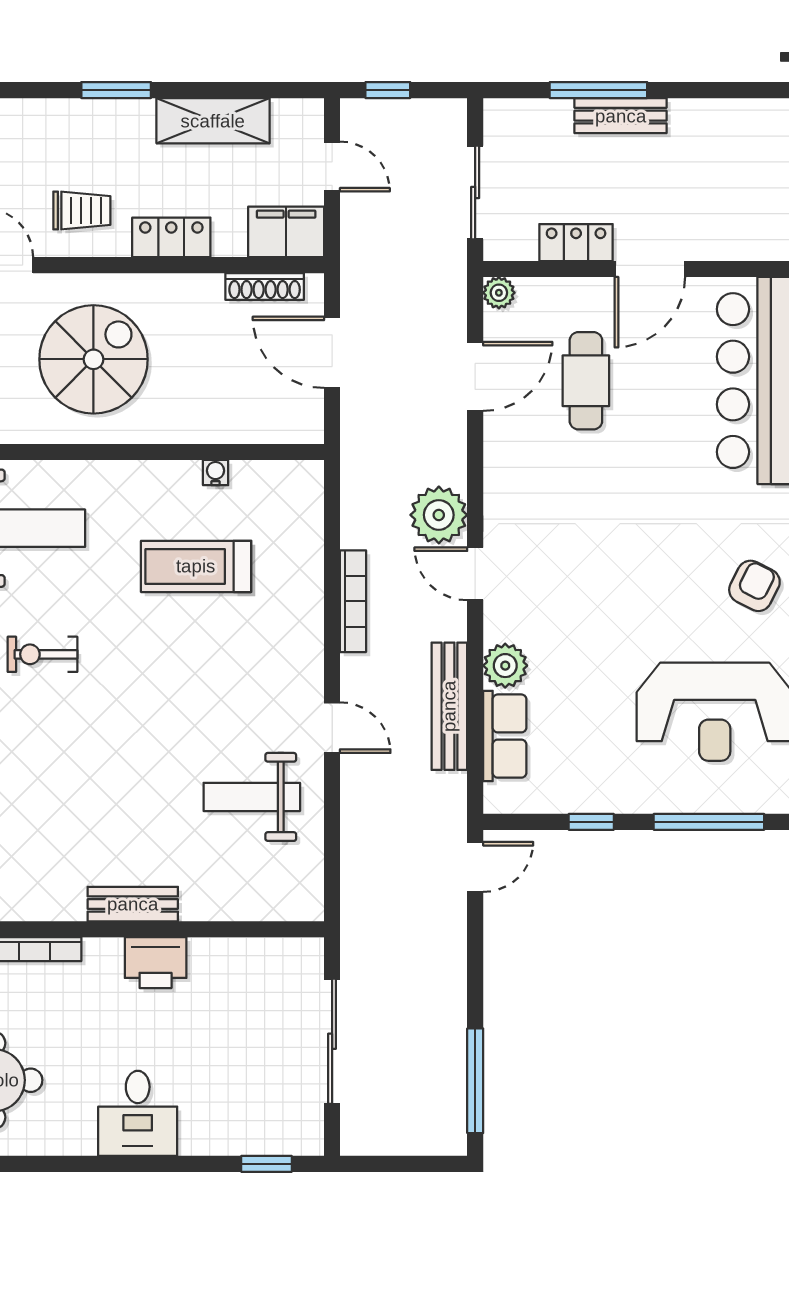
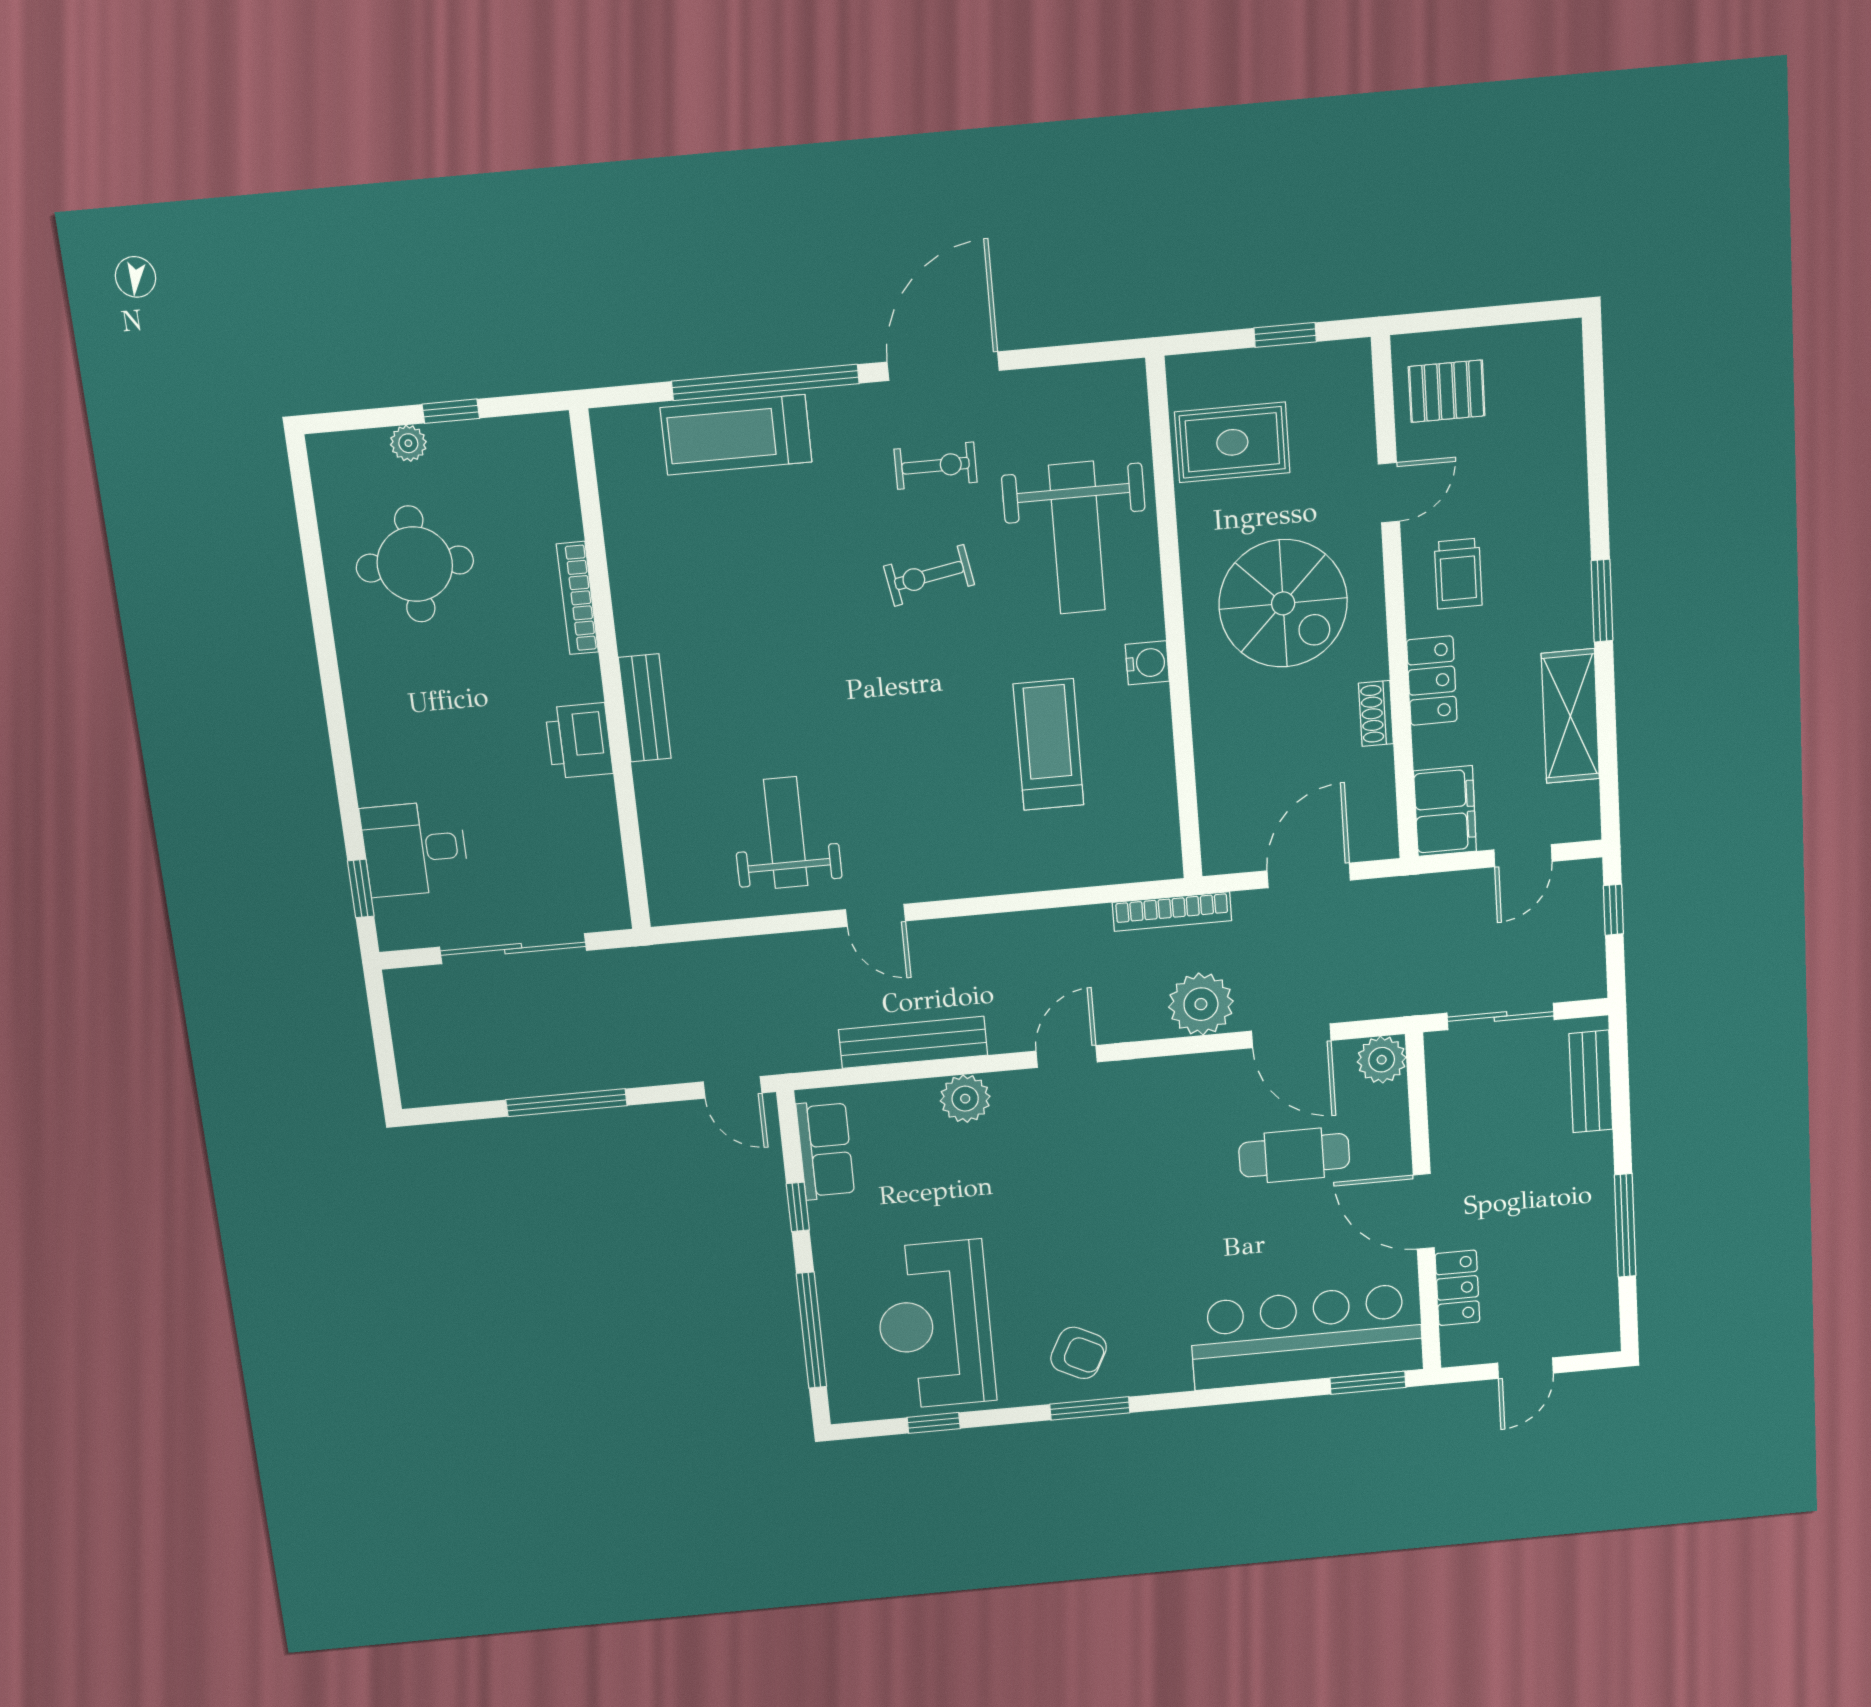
window: (598, 90) -> (1625, 1225), moved
bench: (621, 116) -> (1591, 1082), moved
locker: (576, 243) -> (1458, 1288), moved
shoe rack: (265, 286) -> (1376, 713), moved, width x0.70
plant: (499, 293) -> (1382, 1060), width x1.38, depth x1.38
water cooler: (216, 473) -> (1147, 663), moved, width x1.38, depth x1.38
plant: (439, 515) -> (1201, 1004), moved
bookcase: (353, 601) -> (1172, 912), moved
exercise bike: (42, 654) -> (929, 575), turned -100
door: (332, 728) -> (876, 915), hinge flipped
row of seats: (505, 736) -> (825, 1150), moved, turned -90
window: (475, 1081) -> (567, 1103), moved
desk: (138, 1113) -> (415, 849), moved

